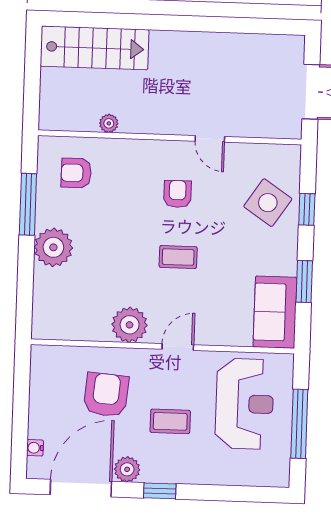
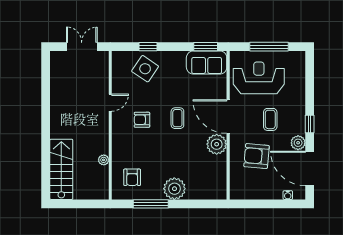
window: (304, 281) -> (206, 47), moved
door: (178, 347) -> (228, 117), width x1.87

